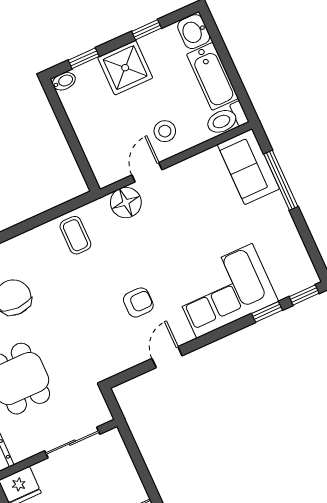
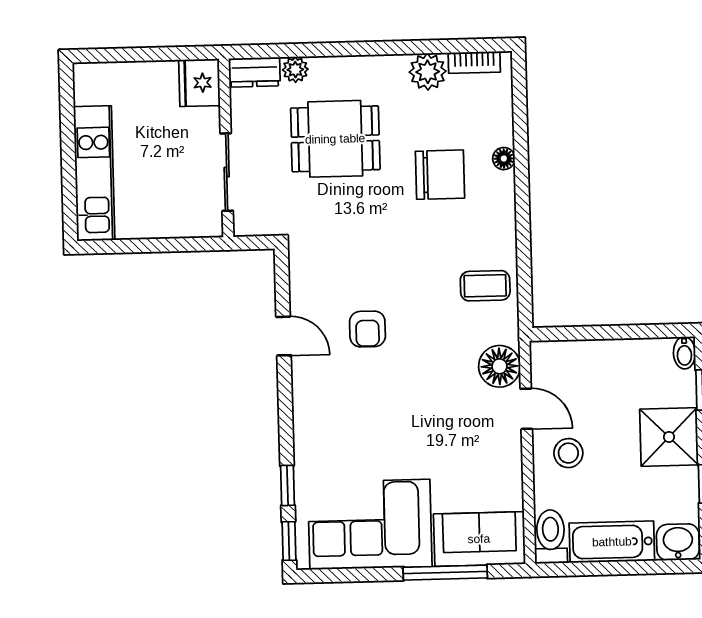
corner sofa: (224, 291) -> (370, 524), moved, turned -90

